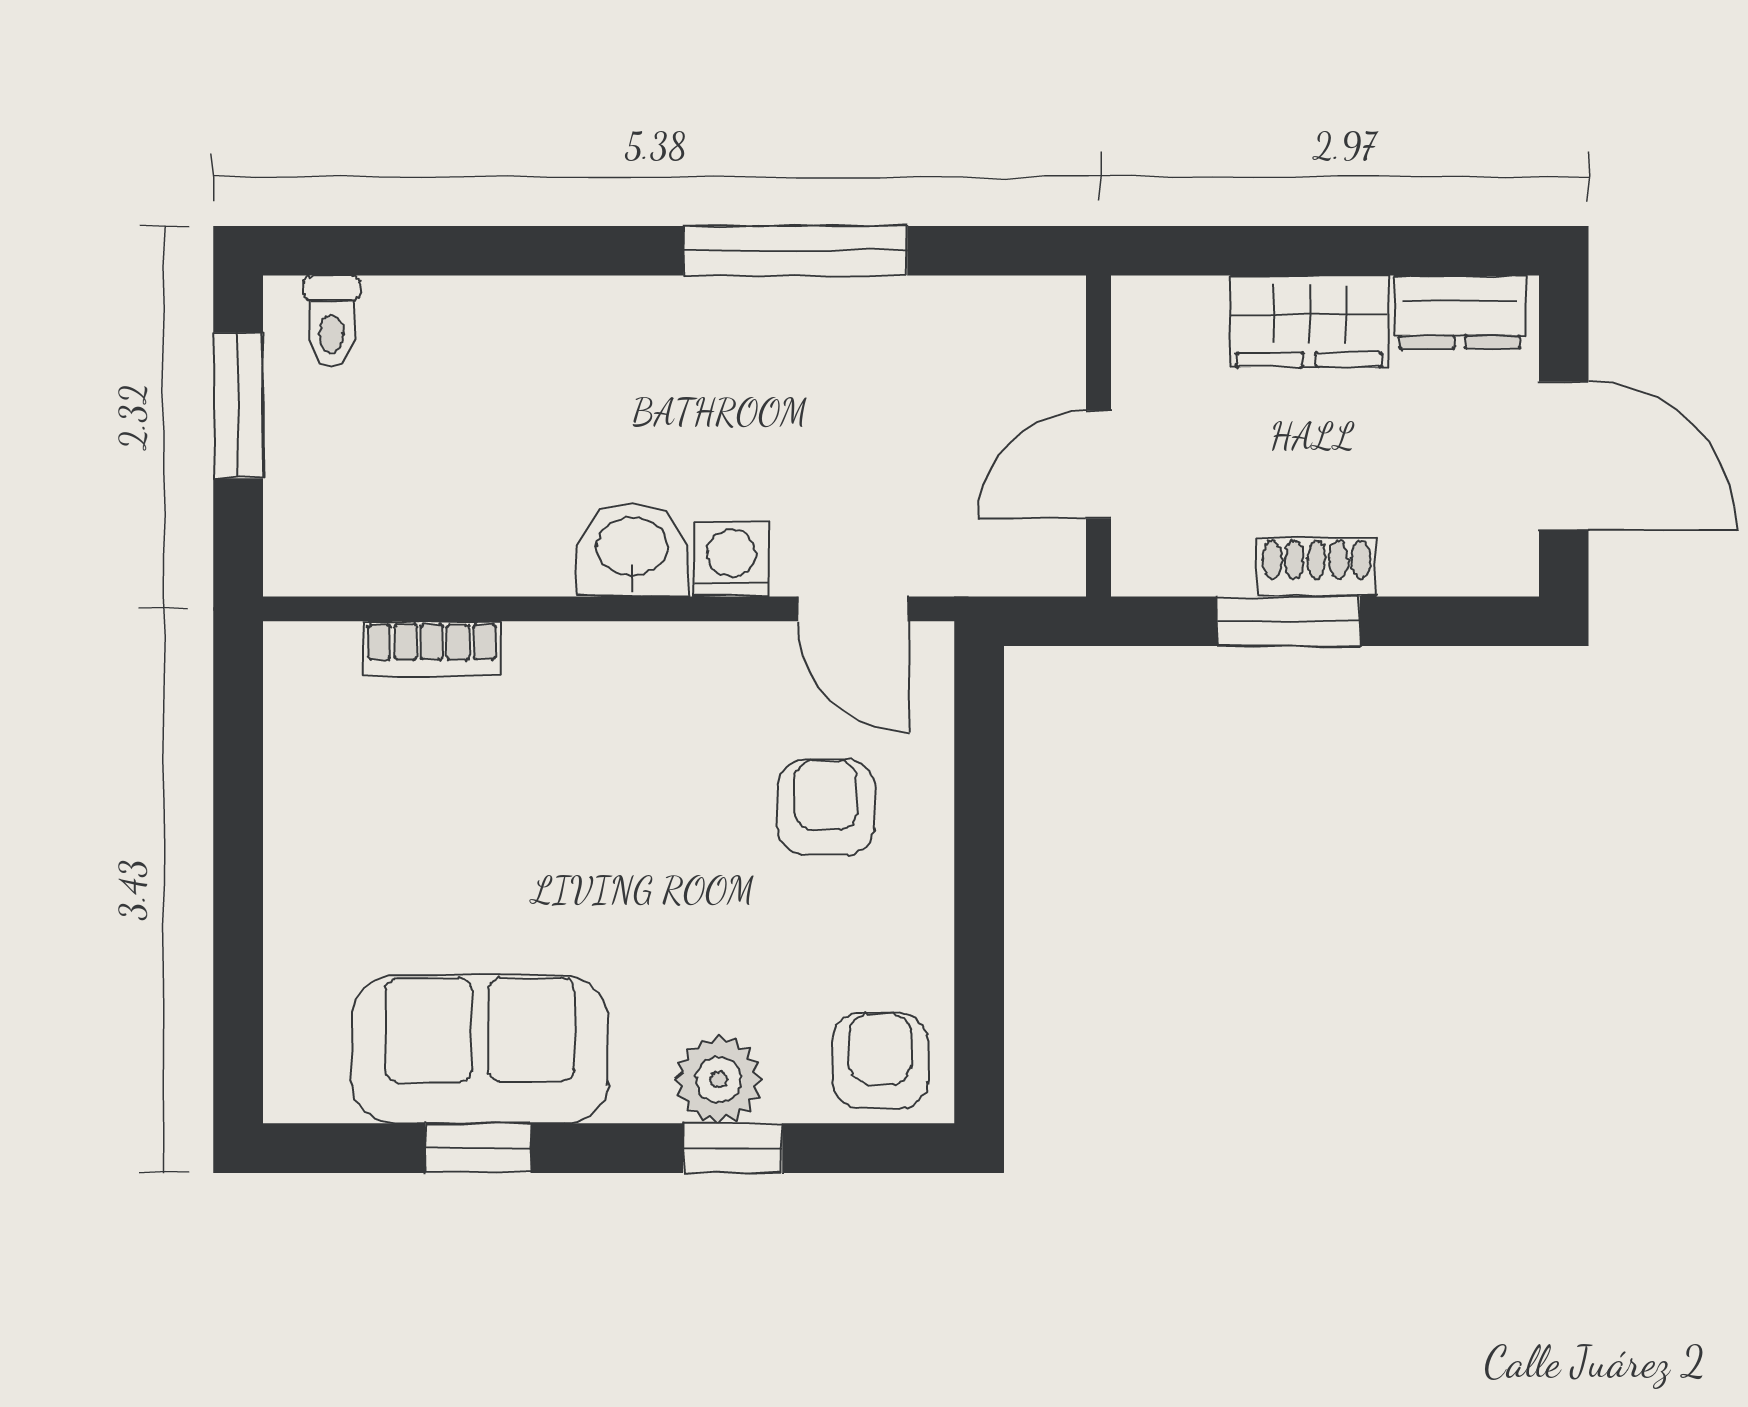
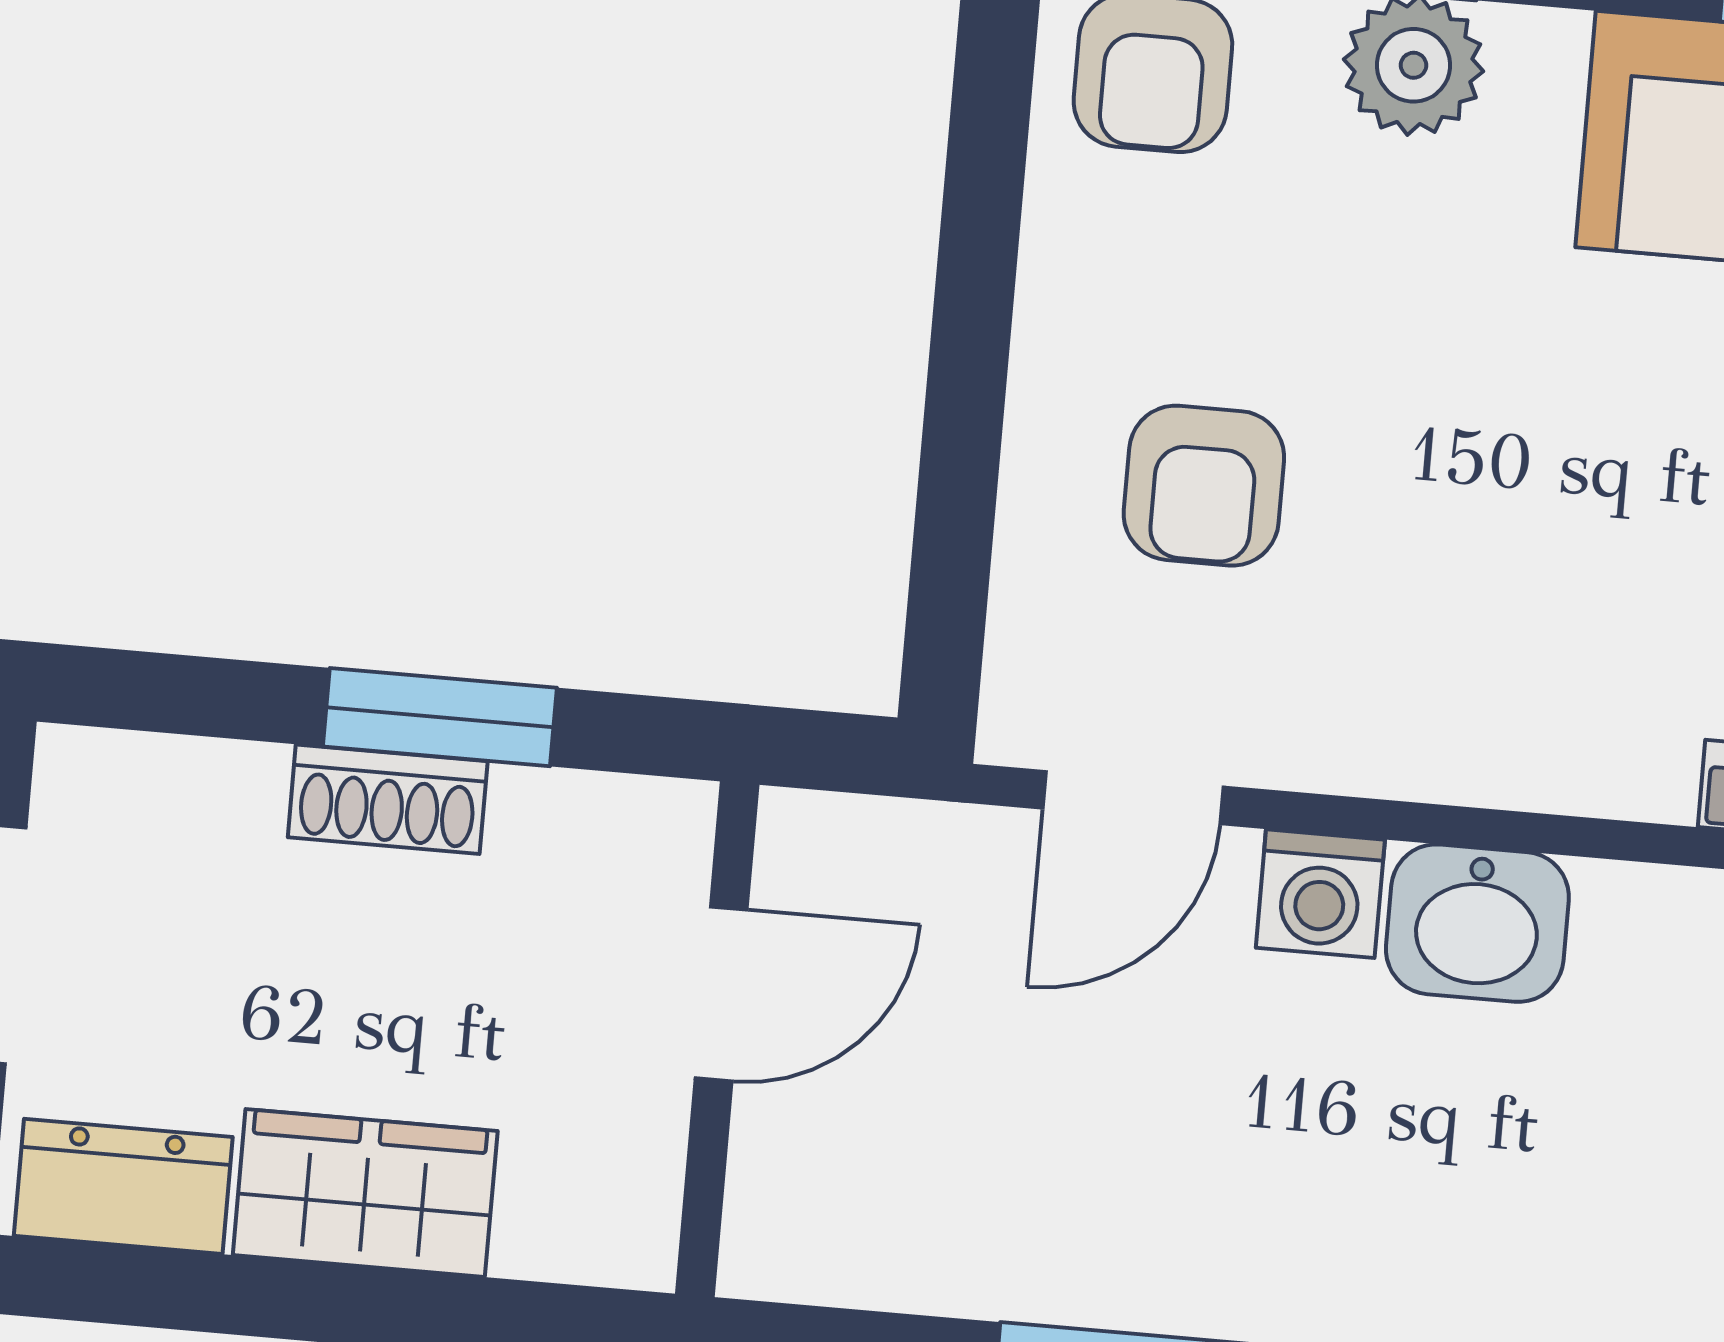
door: (853, 609) -> (1133, 798), swing flipped

